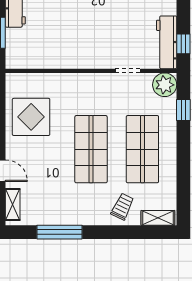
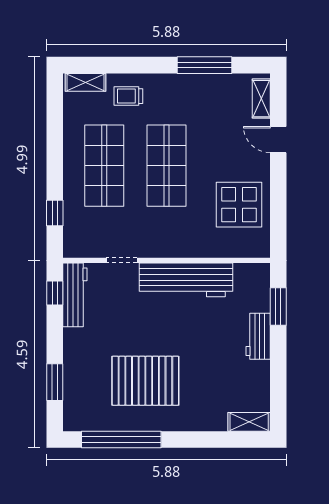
workbench: (75, 55) -> (186, 280), added
plant: (165, 85) -> (77, 243), removed
trolley: (122, 207) -> (128, 96), turned 64

